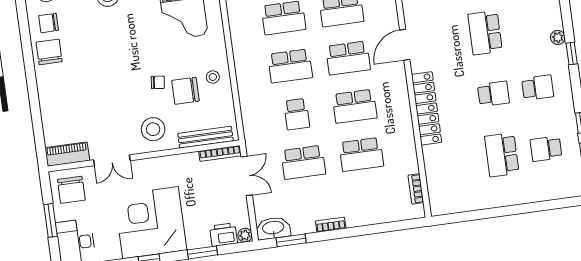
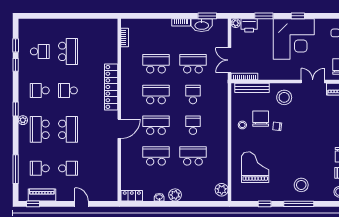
school desk: (529, 27) -> (40, 129), added
school desk: (290, 66) -> (193, 125), width x0.54
chair: (185, 91) -> (261, 119), turned -90
washbasin: (273, 228) -> (202, 25), moved

